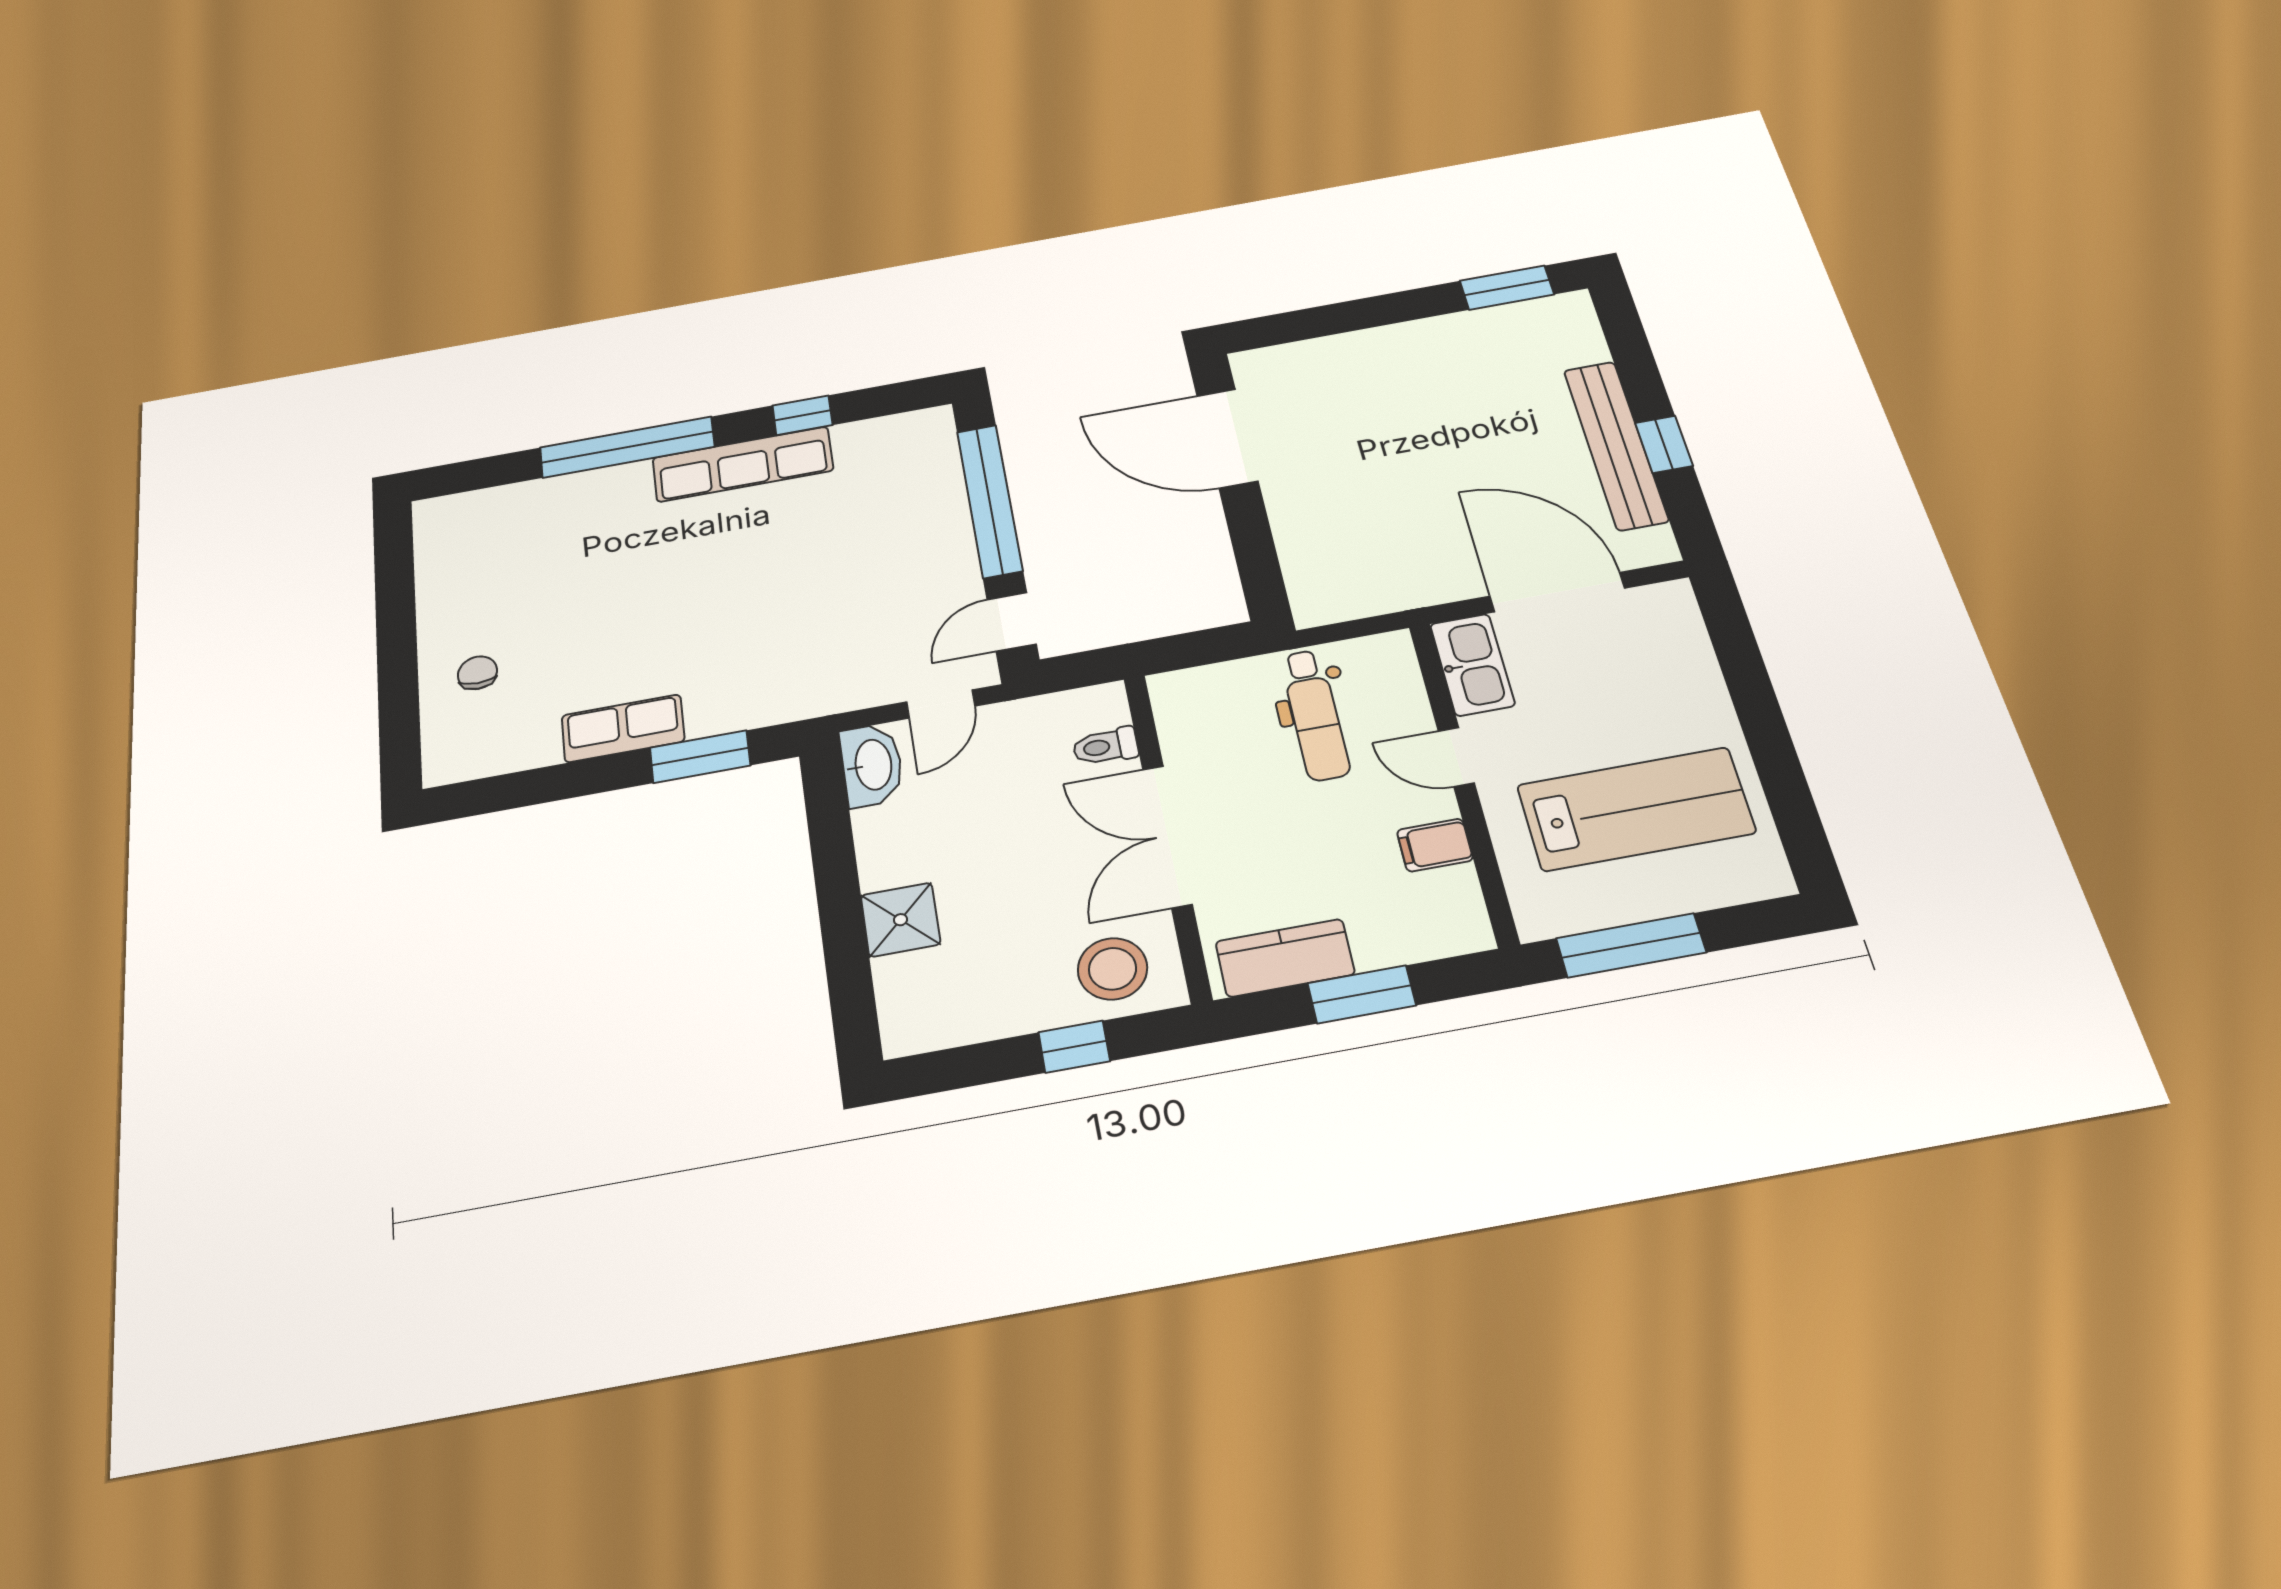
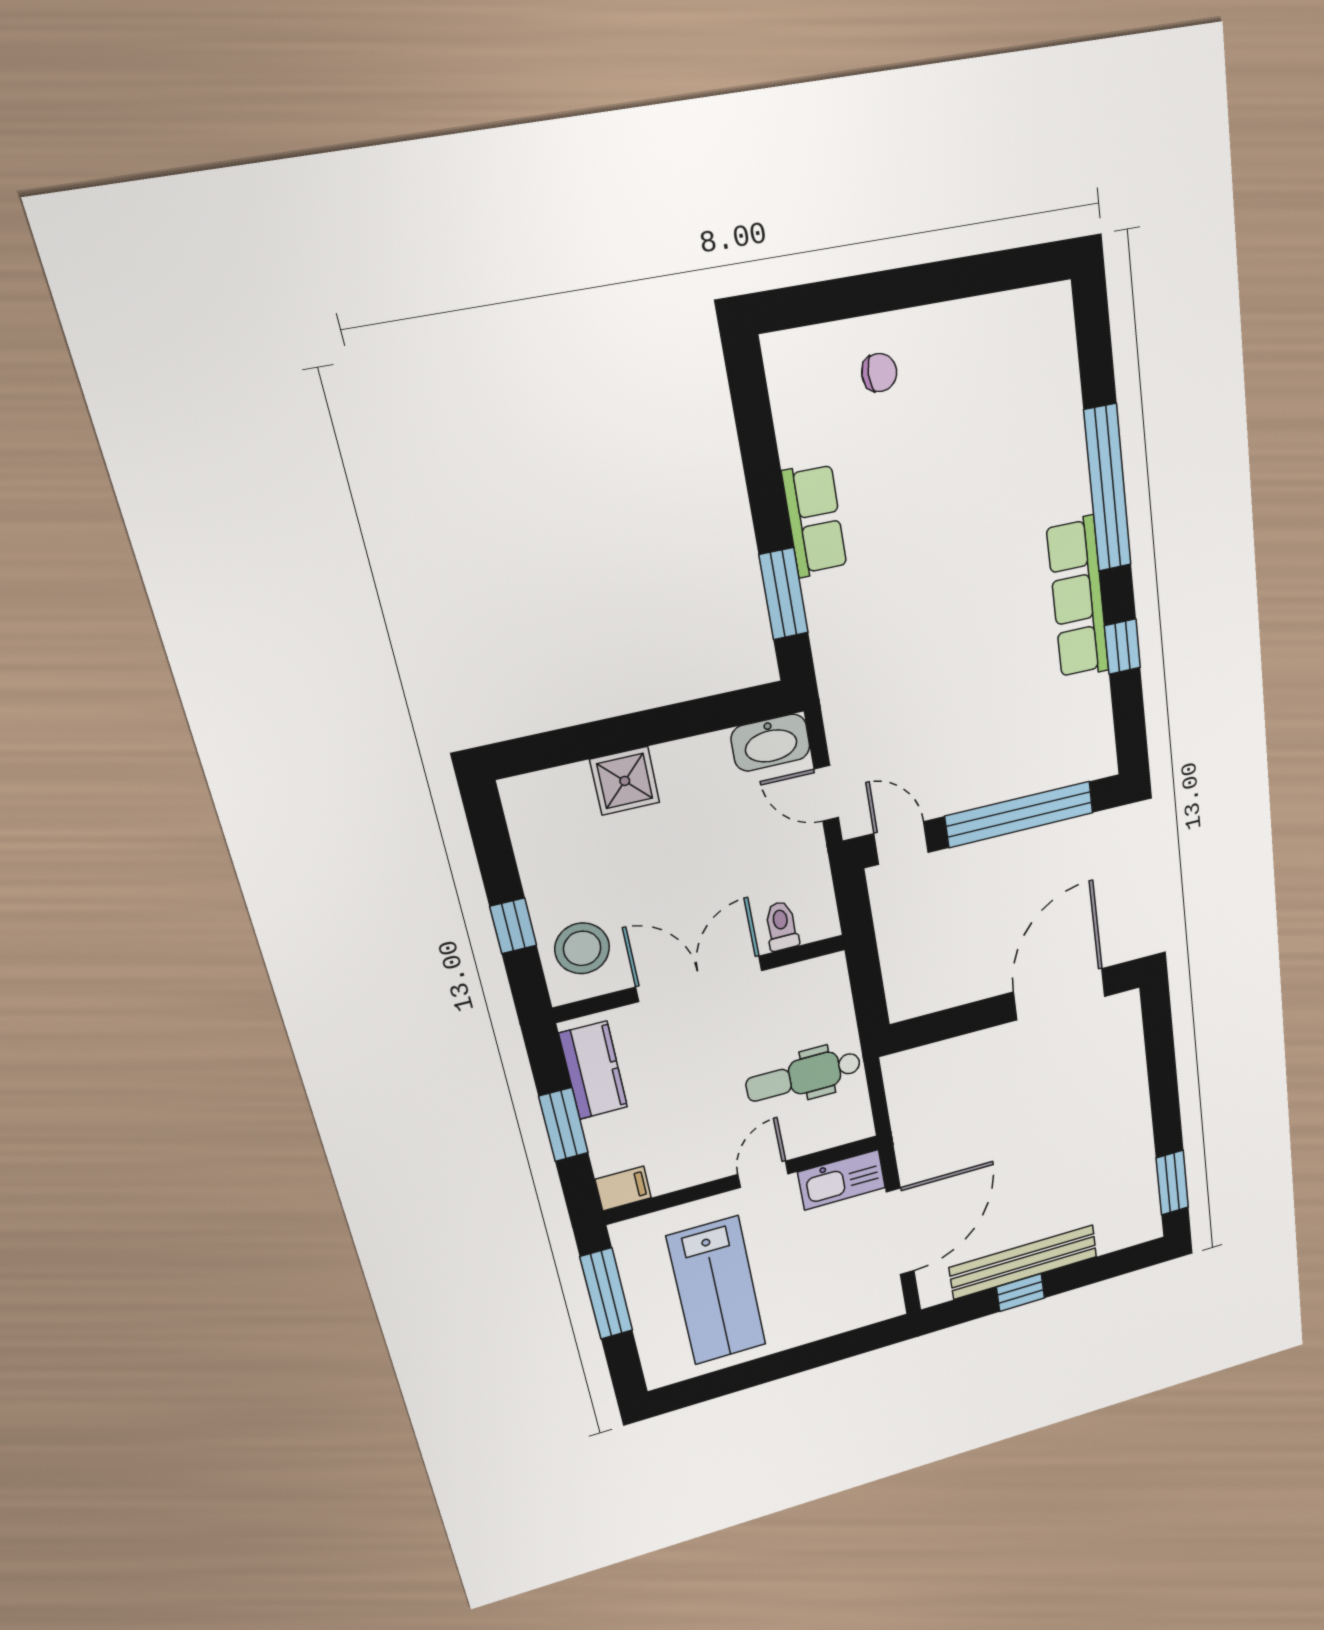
filing cabinet: (1435, 845) -> (623, 1189), moved, turned 90

